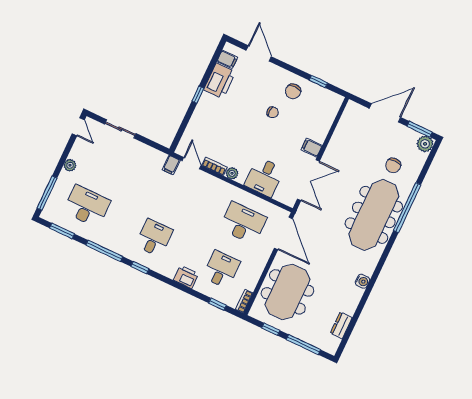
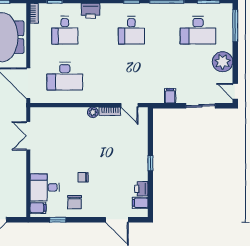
printer: (220, 81) -> (141, 189), width x0.53, depth x0.68
chair: (293, 91) -> (75, 202), turned 180
filing cabinet: (312, 148) -> (38, 208), moved
plant: (70, 165) -> (223, 62), width x1.87, depth x1.87
filing cabinet: (171, 165) -> (170, 96), moved
desk: (264, 177) -> (45, 187), moved, turned -90
double door: (308, 180) -> (28, 136), width x0.73

